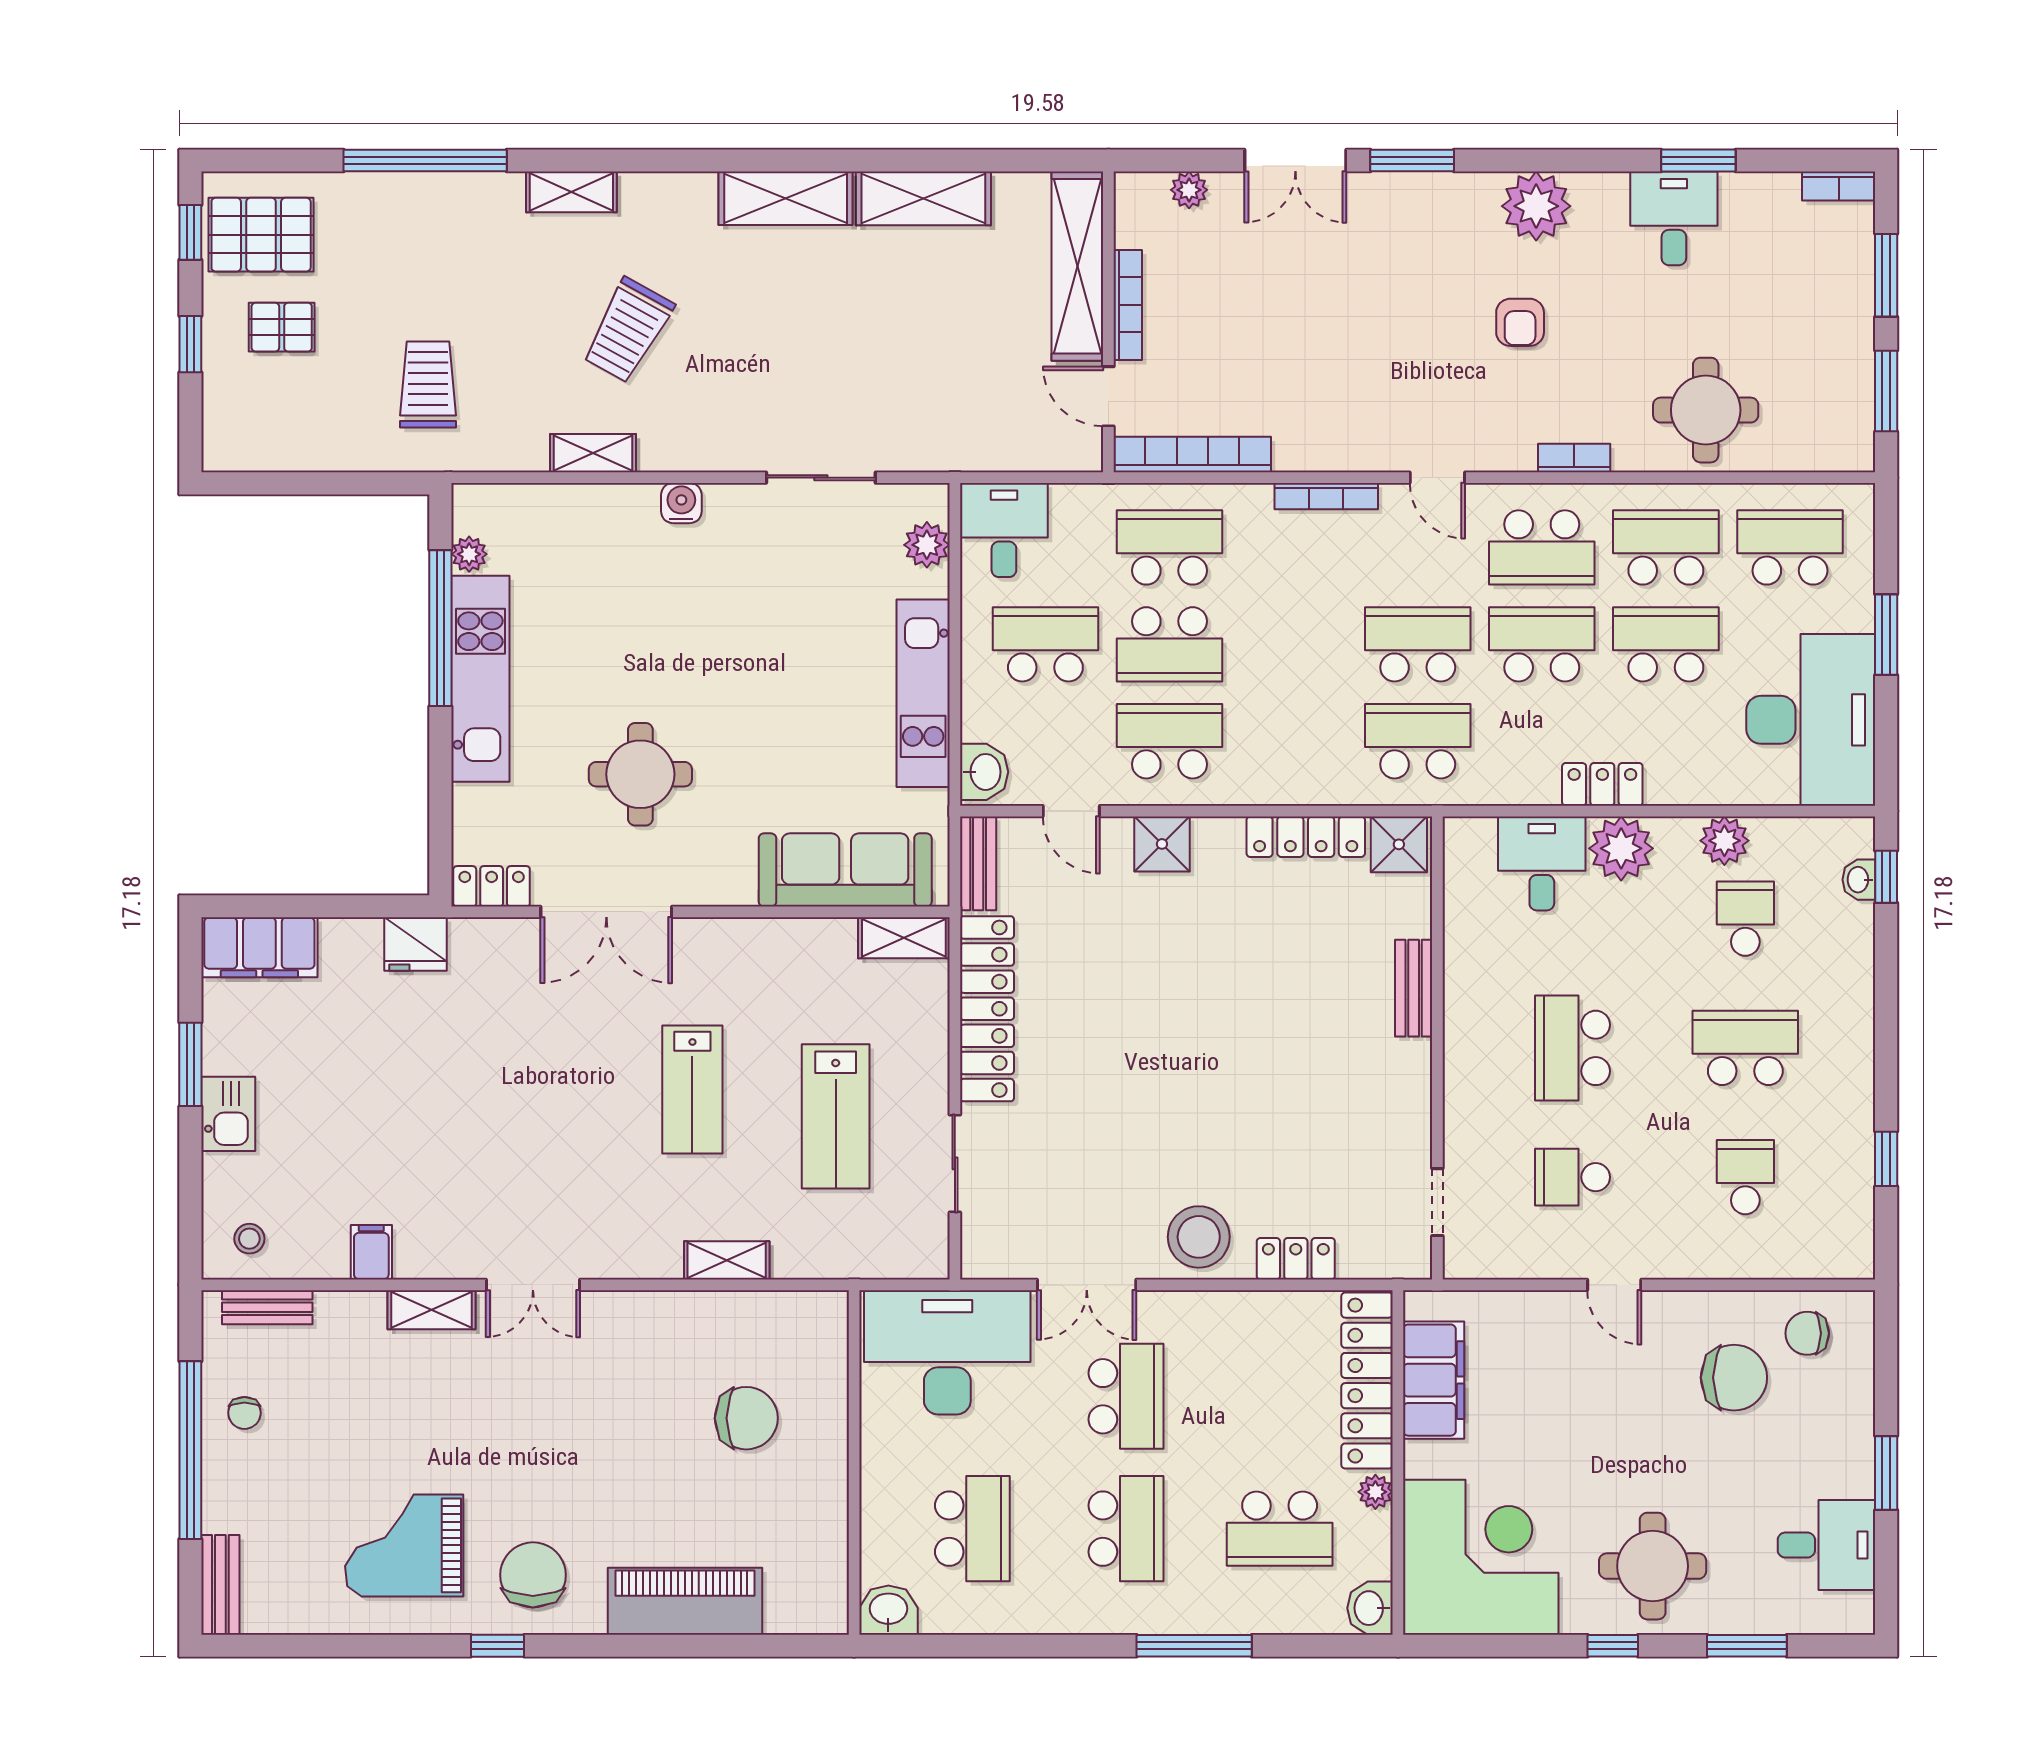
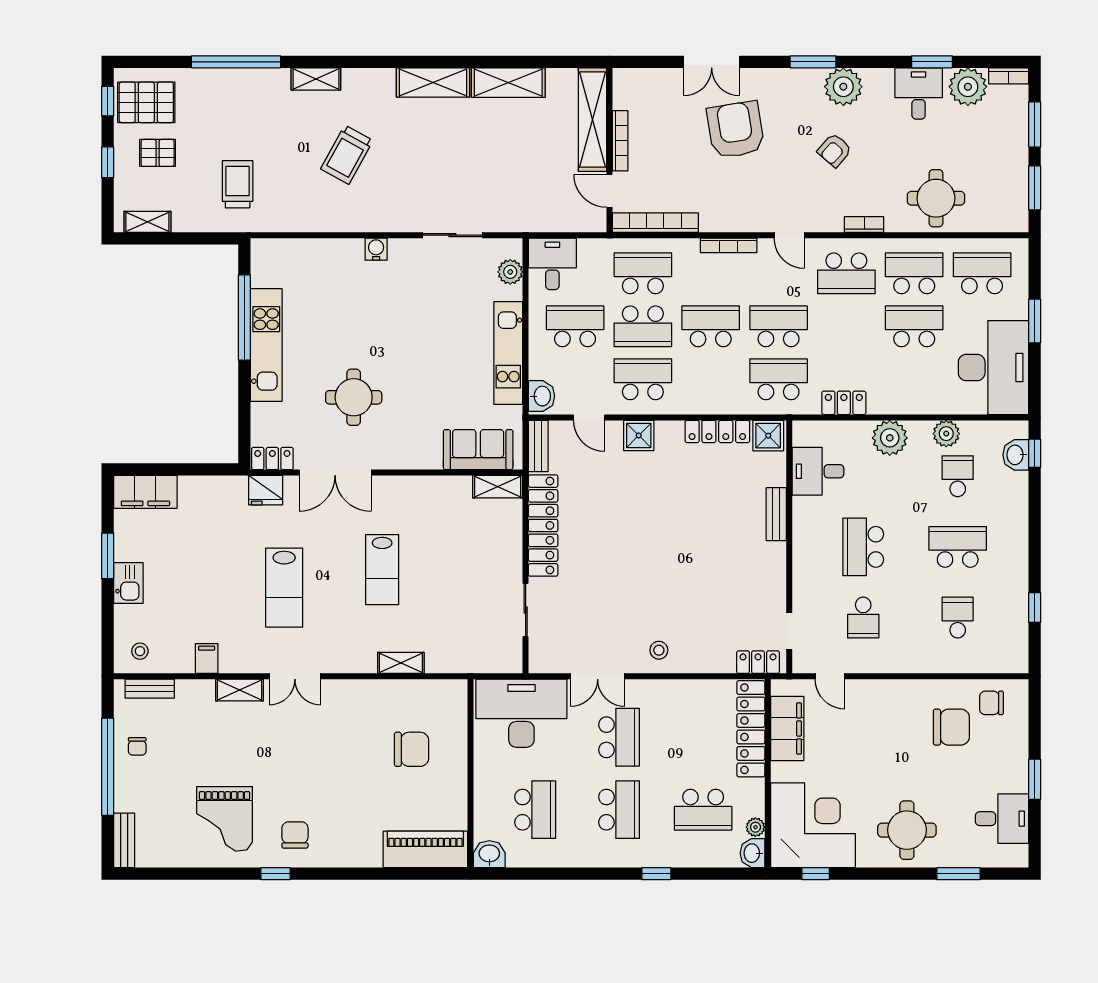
window: (1412, 161) -> (813, 62), moved
plant: (1189, 190) -> (968, 87), moved, width x1.88, depth x1.88
armchair: (1339, 285) -> (736, 130), added
armchair: (1520, 322) -> (835, 150), turned 41
shelving: (593, 453) -> (147, 222), moved
plant: (469, 554) -> (260, 277), removed
school desk: (1542, 644) -> (711, 326), moved
locker: (1602, 784) -> (844, 403), moved
desk: (1542, 863) -> (818, 471), moved, turned -90
sofa: (845, 870) -> (478, 450), width x0.73
washbasin: (1859, 880) -> (1016, 455), width x1.38, depth x1.45
fridge: (416, 944) -> (266, 490), moved
lab bench: (836, 1116) -> (284, 588), moved
school desk: (1573, 1177) -> (863, 618), turned -90
stool: (1199, 1237) -> (659, 650), width x0.53, depth x0.53
locker: (1296, 1259) -> (758, 662), moved
door: (1614, 1285) -> (830, 676), moved
plant: (1375, 1492) -> (755, 827), moved
grand piano: (404, 1545) -> (225, 819), turned -90
chair: (533, 1575) -> (295, 835), width x0.73, depth x0.73
piano: (685, 1601) -> (425, 849), moved
window: (1194, 1646) -> (656, 874), width x0.46
window: (1613, 1646) -> (816, 874), moved

